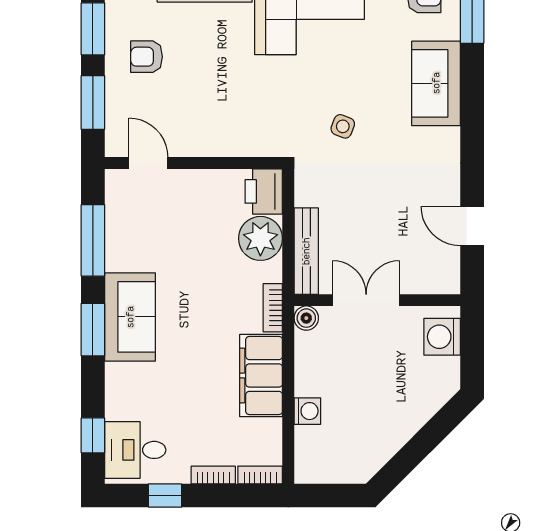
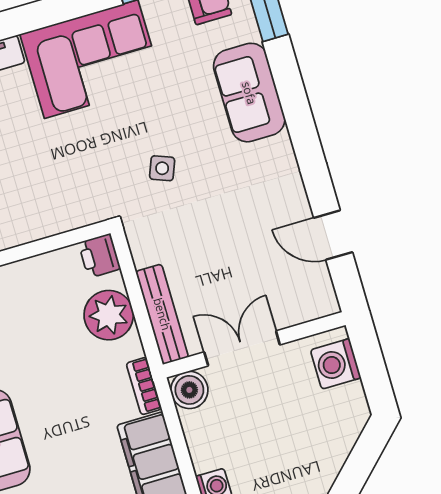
printer: (264, 191) -> (99, 256), width x0.73, depth x0.81
boiler: (306, 318) -> (189, 390), width x1.36, depth x1.36

